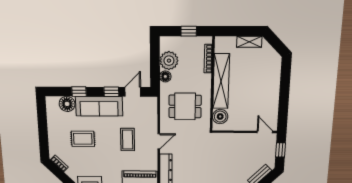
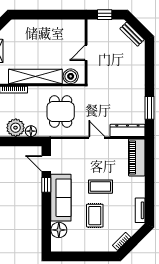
window: (79, 92) -> (46, 217), removed
door: (265, 132) -> (86, 53), moved
coffee table: (128, 140) -> (100, 187), moved

